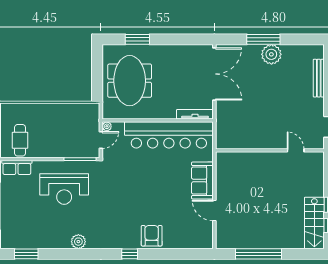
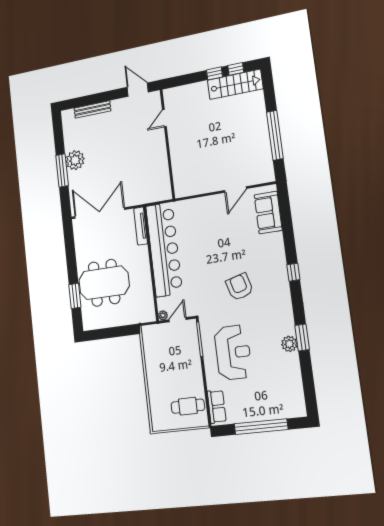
meeting table: (130, 81) -> (104, 283), moved
door: (101, 140) -> (178, 320), hinge flipped
sofa: (202, 181) -> (268, 213), moved, turned 90
armchair: (152, 236) -> (240, 287), moved, turned 74
plant: (78, 242) -> (289, 344), moved
window: (26, 254) -> (302, 337), moved

